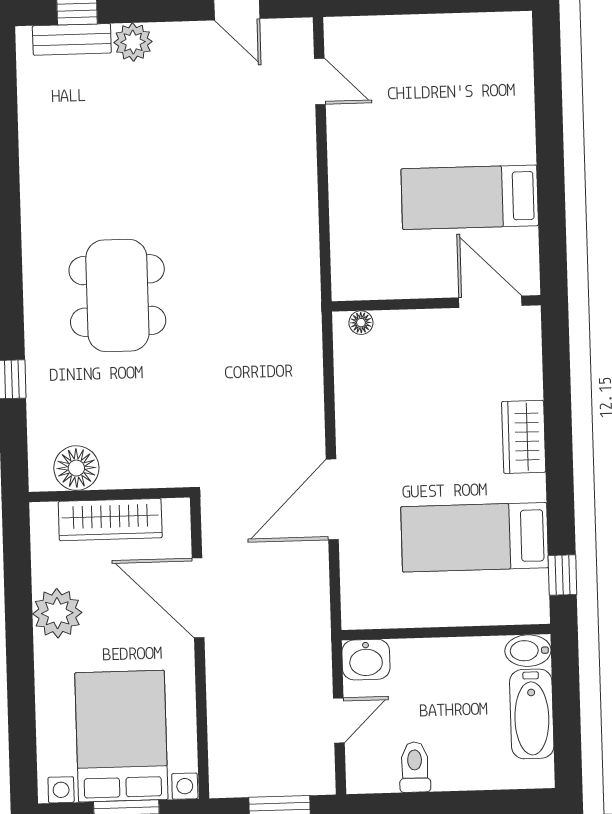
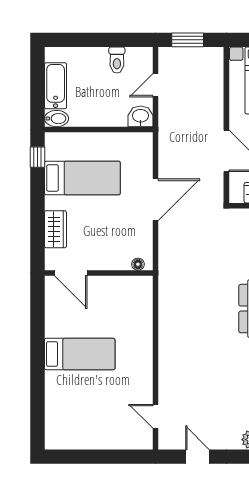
door: (490, 302) -> (71, 273), moved
wall: (436, 303) -> (99, 273), moved
floor lamp: (361, 323) -> (138, 264), moved

